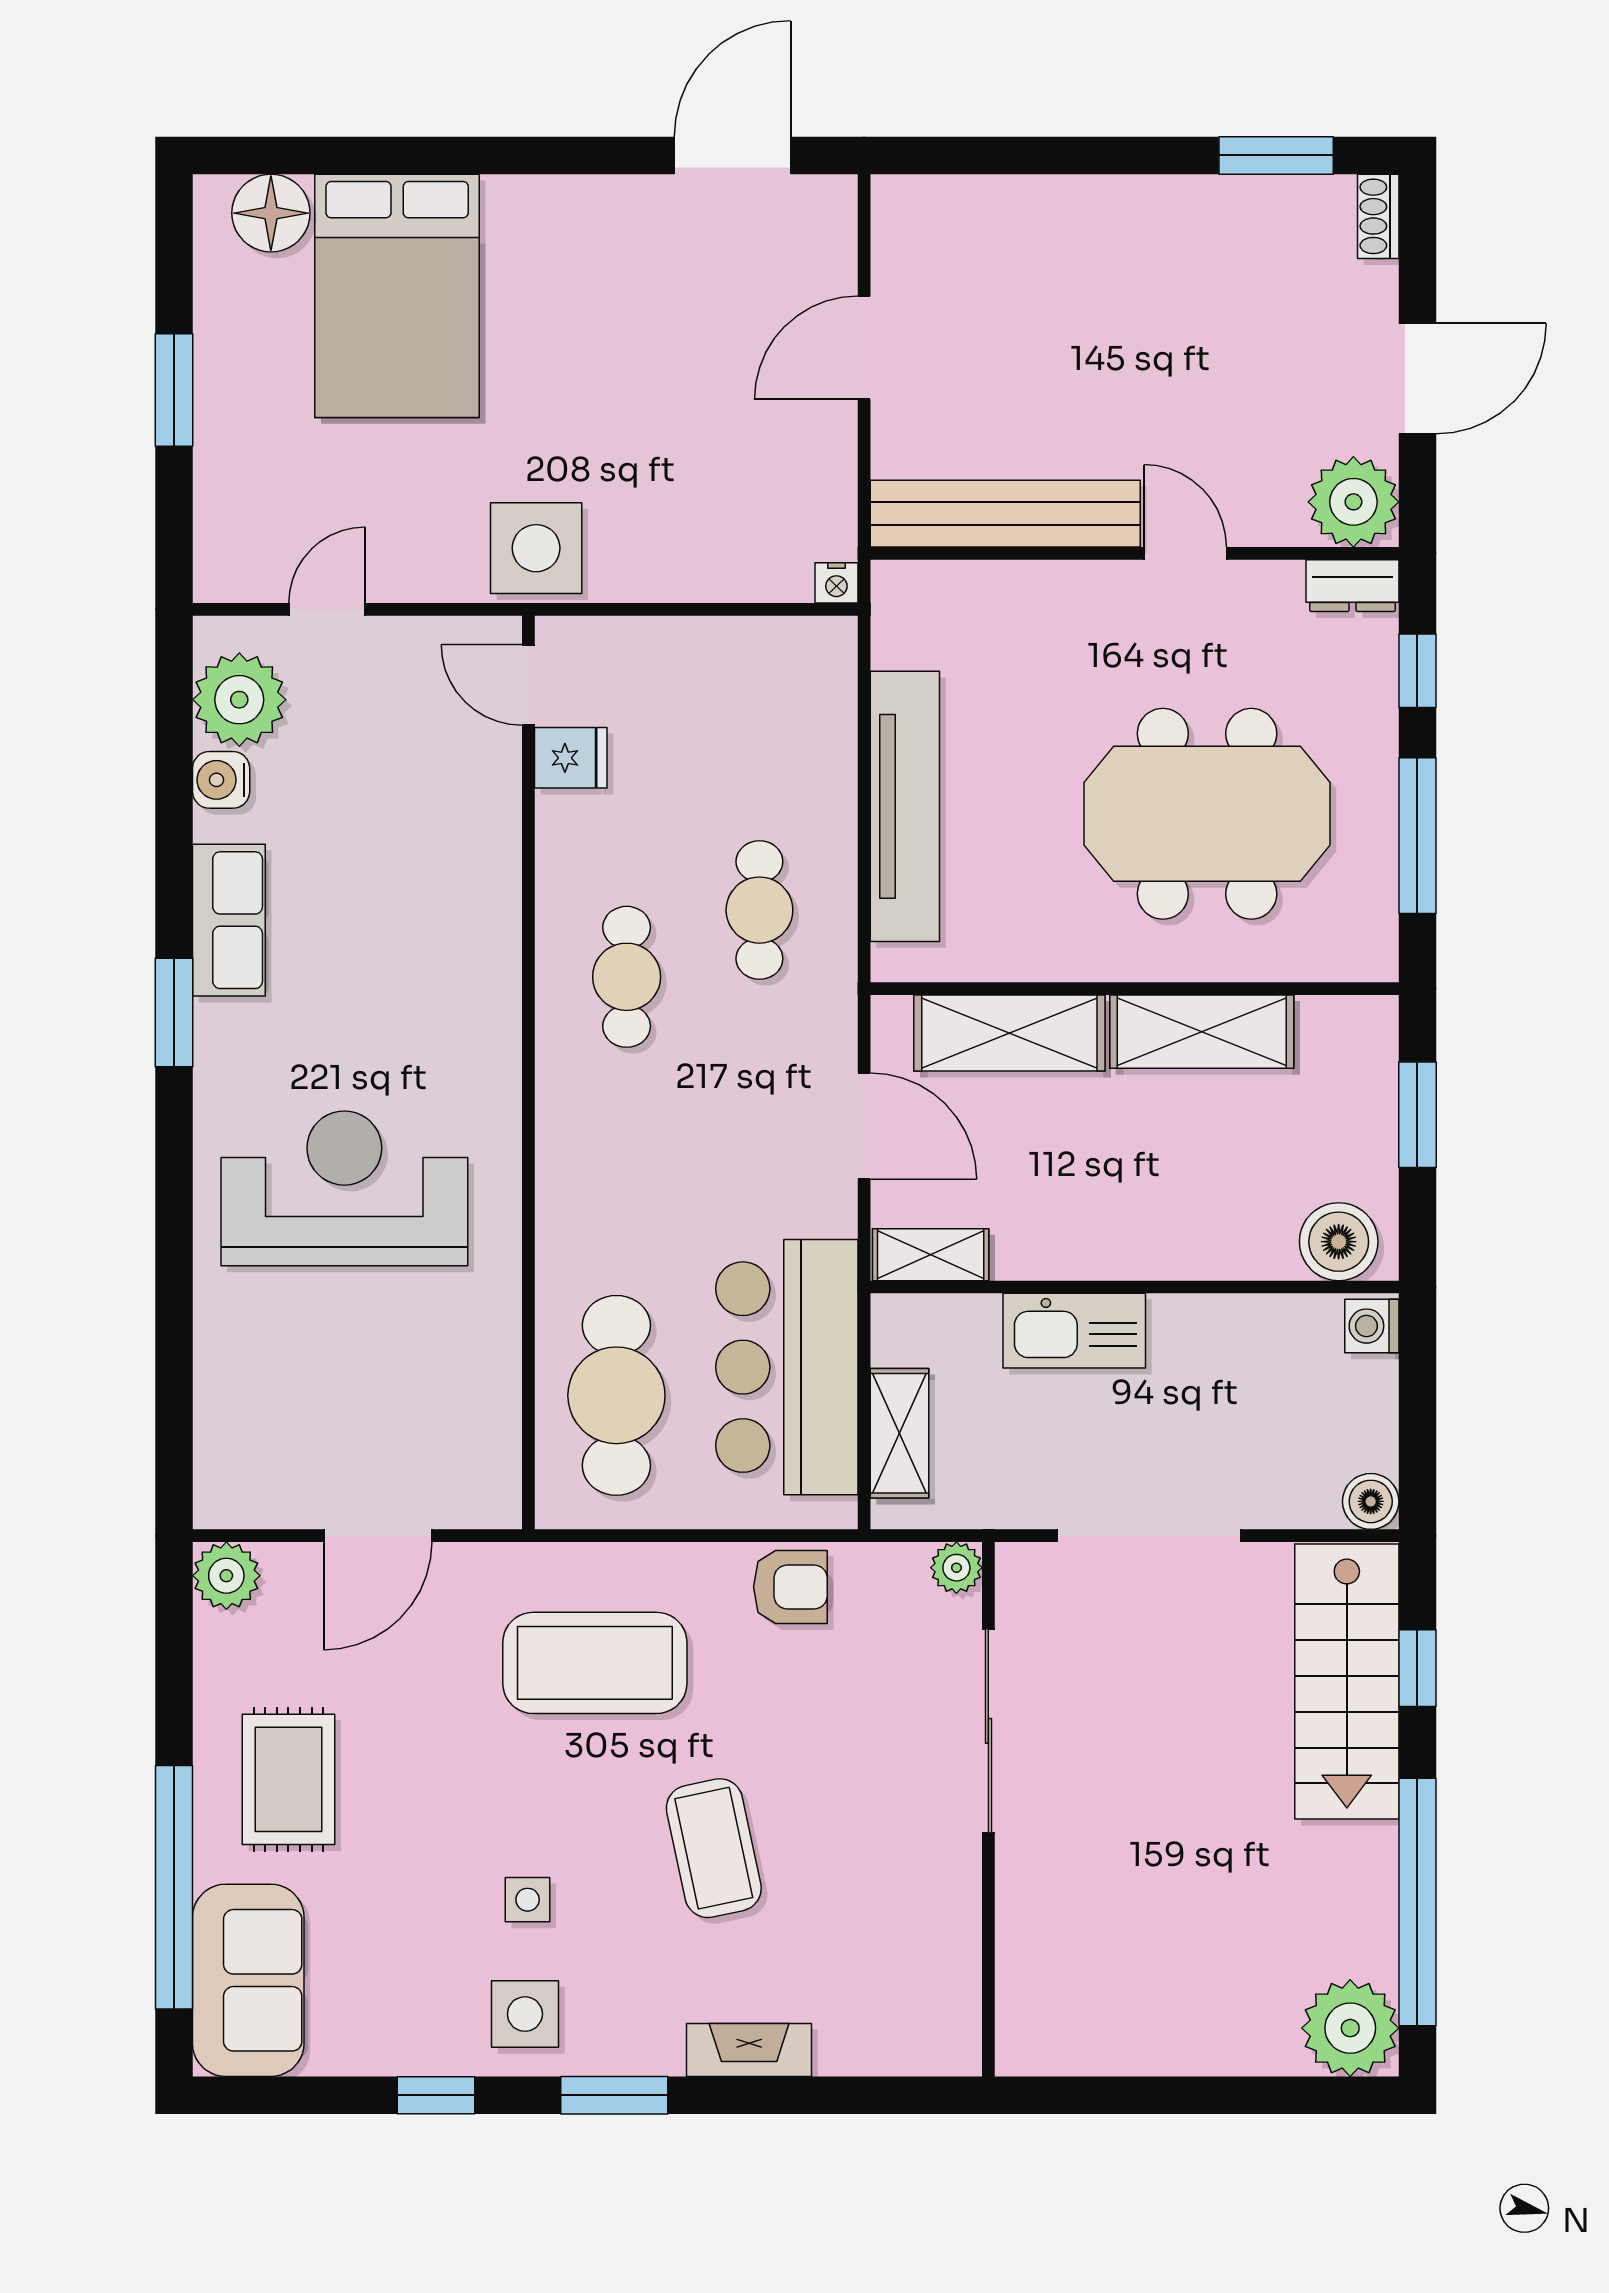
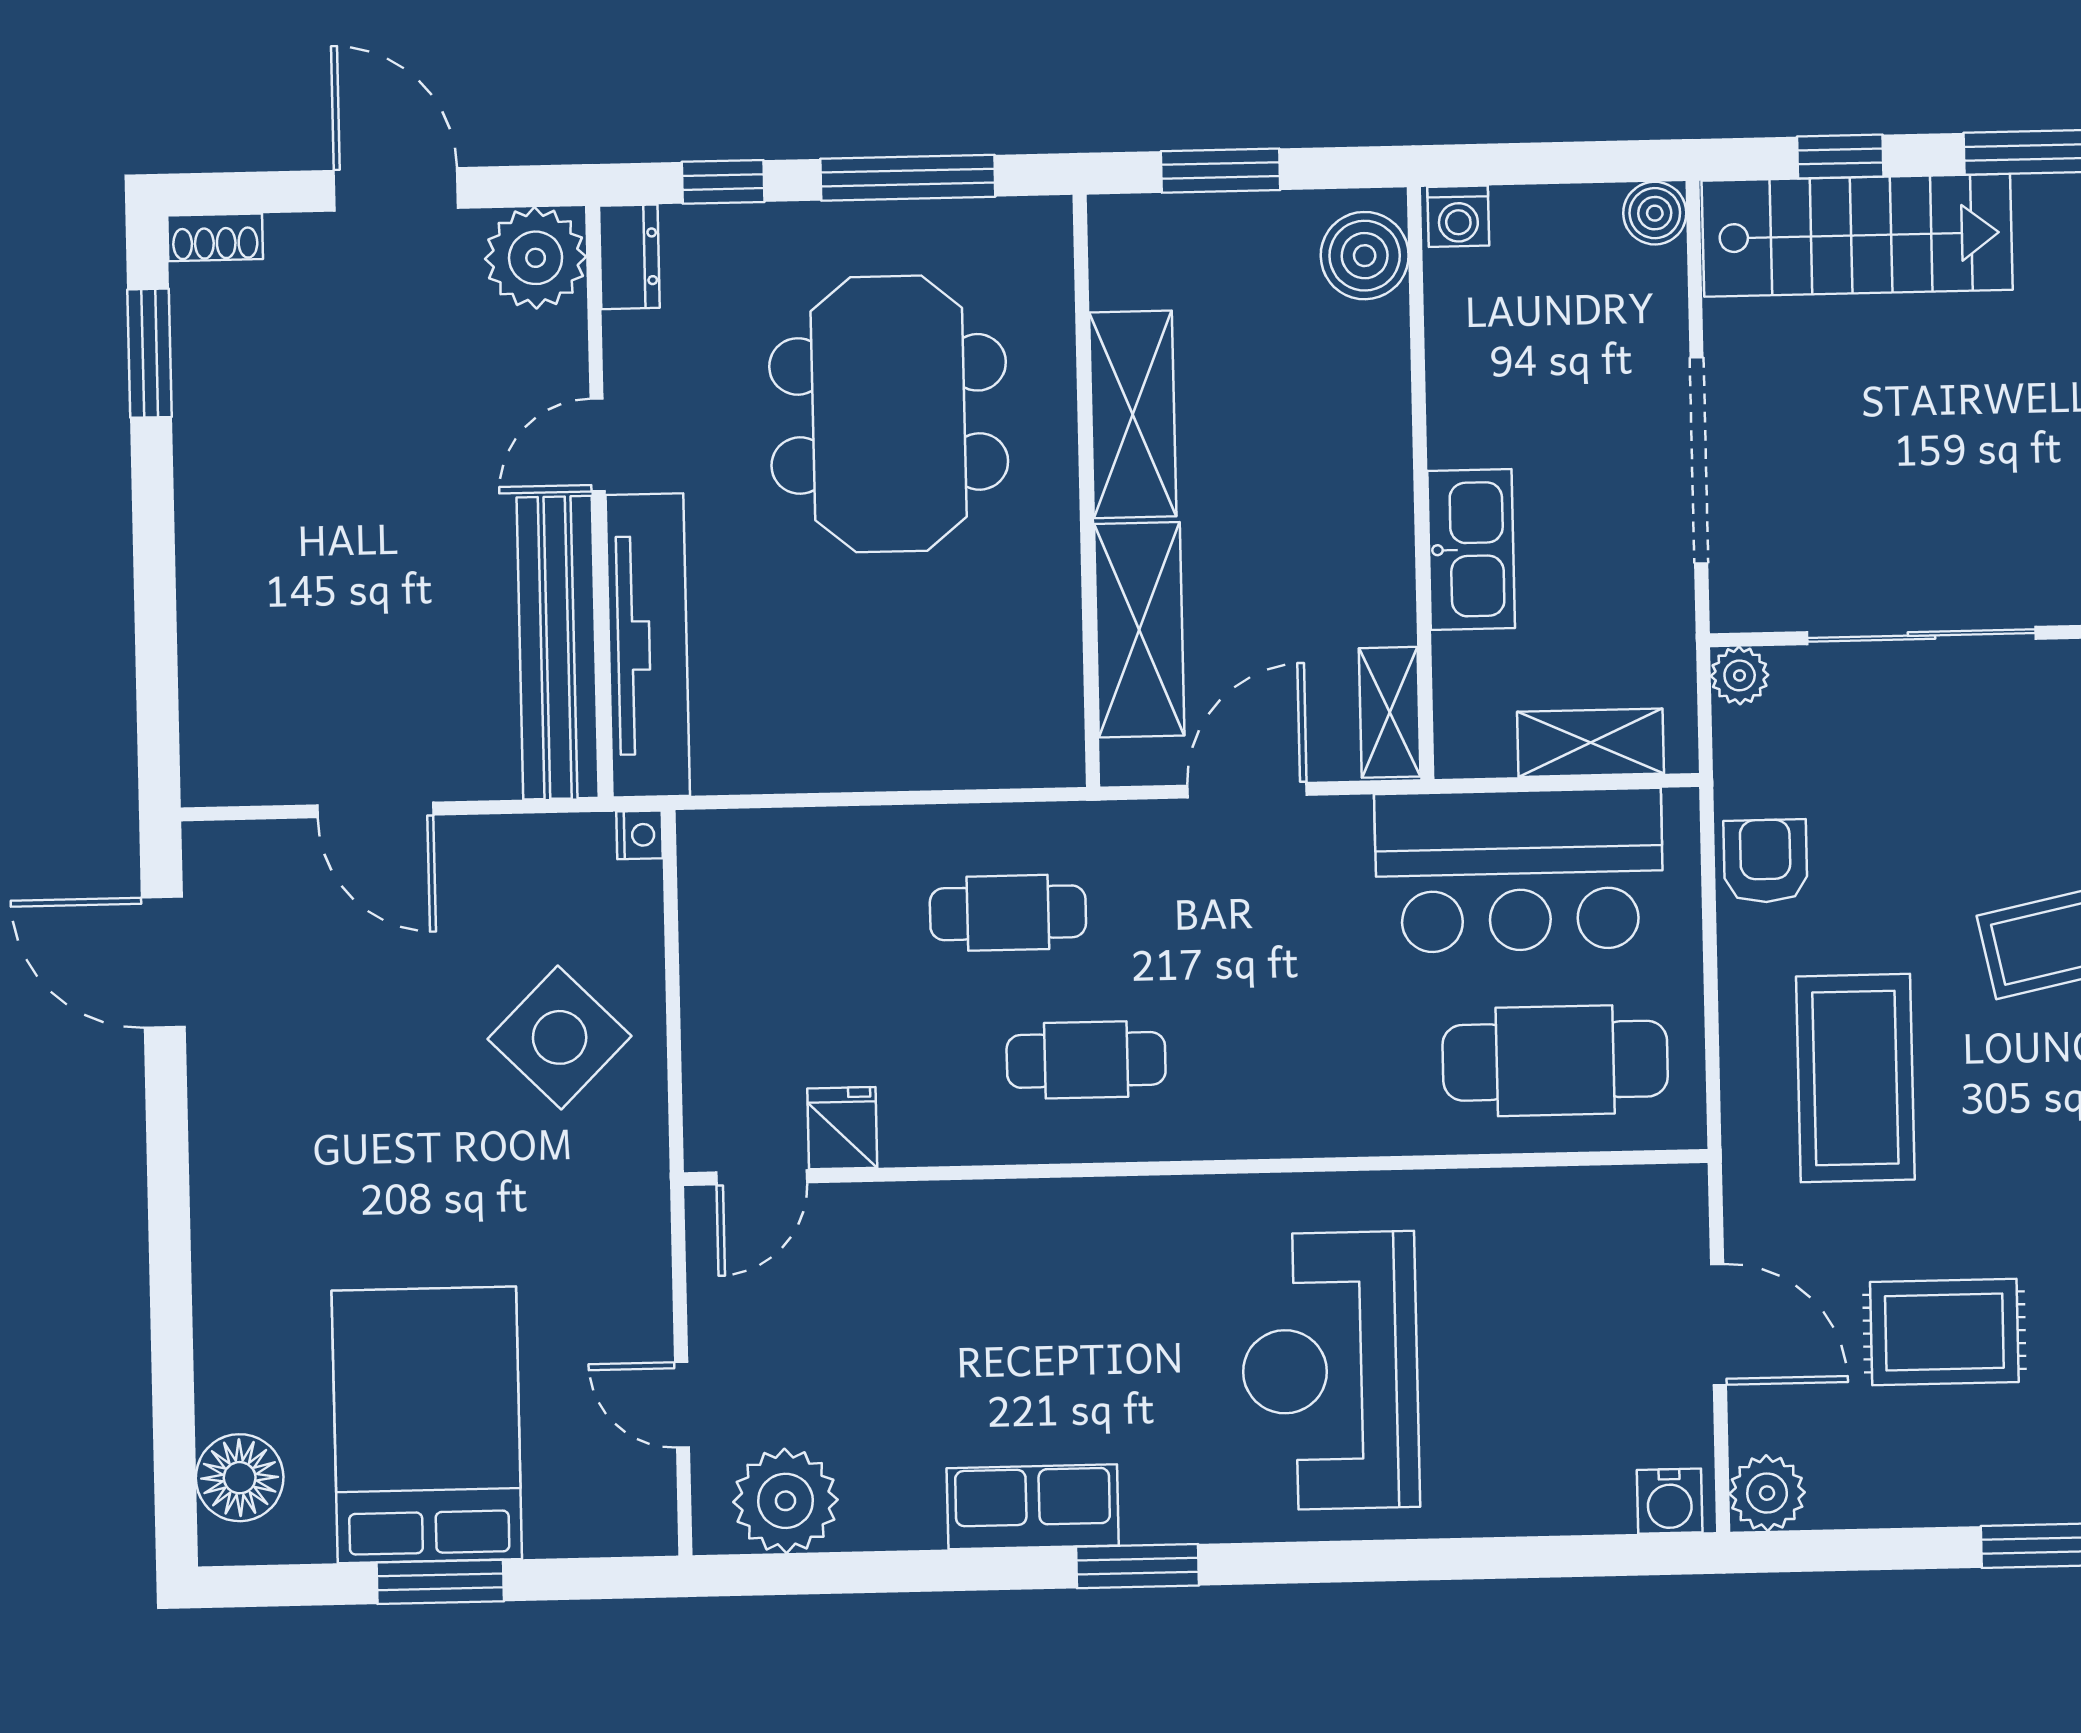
bed: (397, 296) -> (427, 1425), moved, turned -90
side table: (536, 548) -> (560, 1037), moved, turned 45
water cooler: (221, 780) -> (1670, 1501), moved
tv unit: (905, 806) -> (648, 645), moved, turned 90
rug: (288, 1779) -> (1944, 1332), moved

